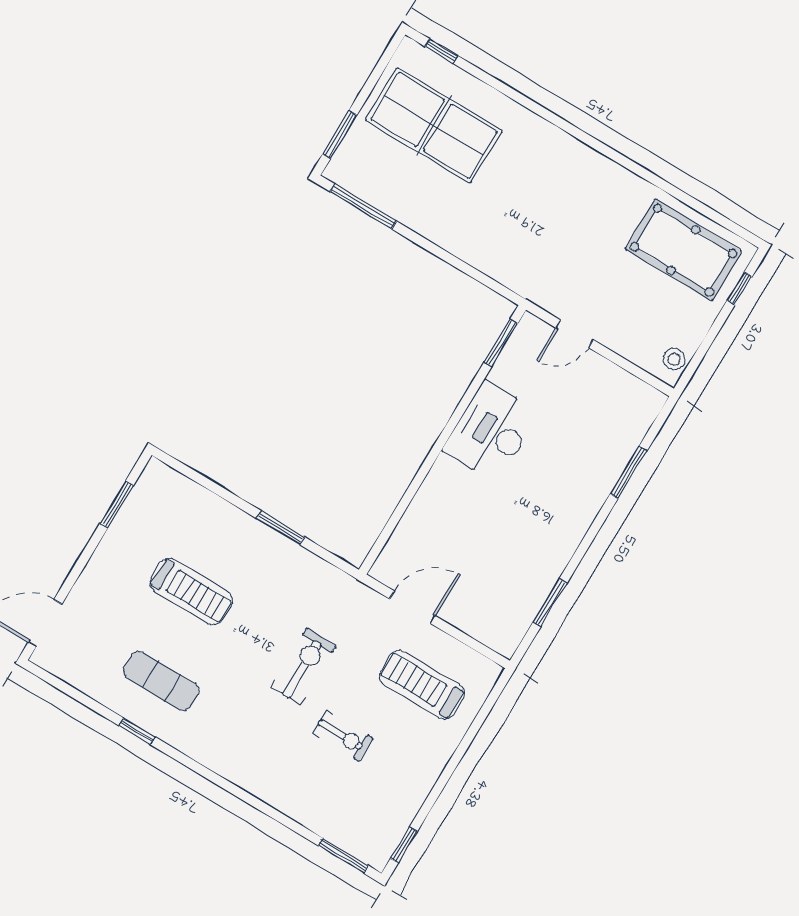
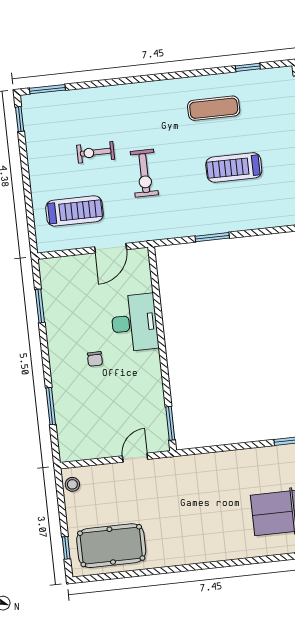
desk: (491, 431) -> (134, 323), moved
chair: (532, 489) -> (95, 359), added
window: (137, 731) -> (248, 67), moved

